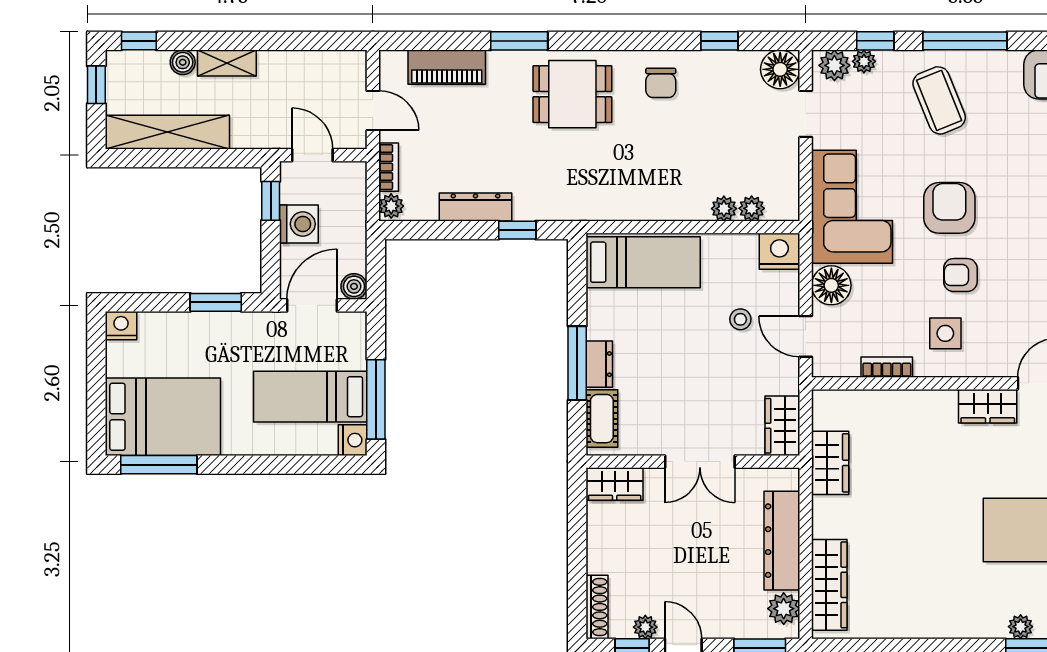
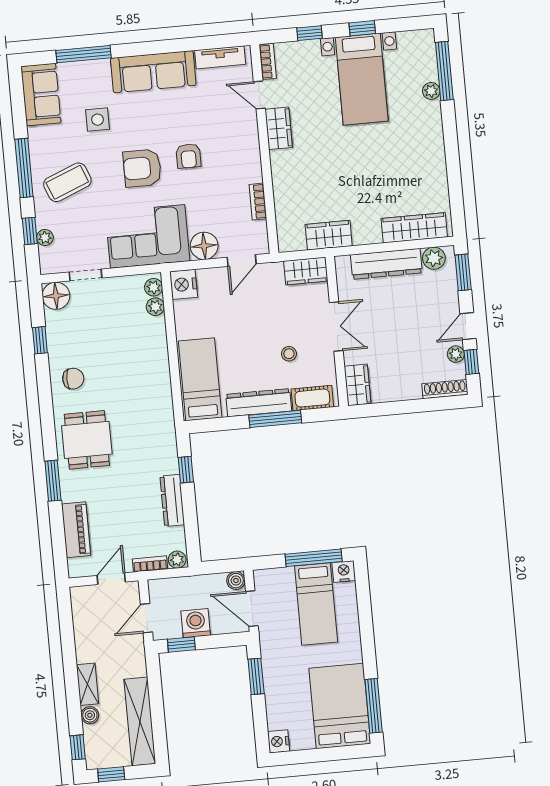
plant: (834, 65) -> (50, 258), removed
plant: (724, 209) -> (154, 287), moved
stool: (740, 319) -> (289, 354), moved
side table: (945, 333) -> (98, 120), moved
dresser: (599, 364) -> (259, 403), width x1.96, depth x1.24

